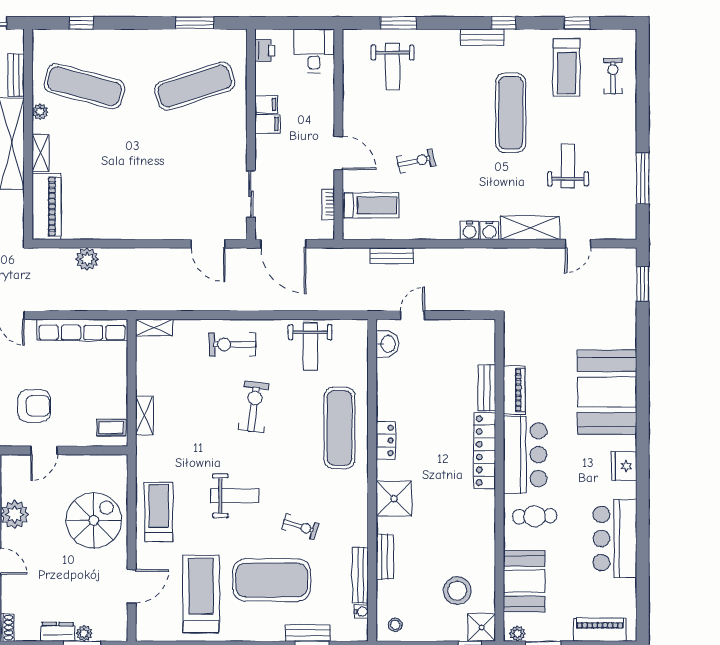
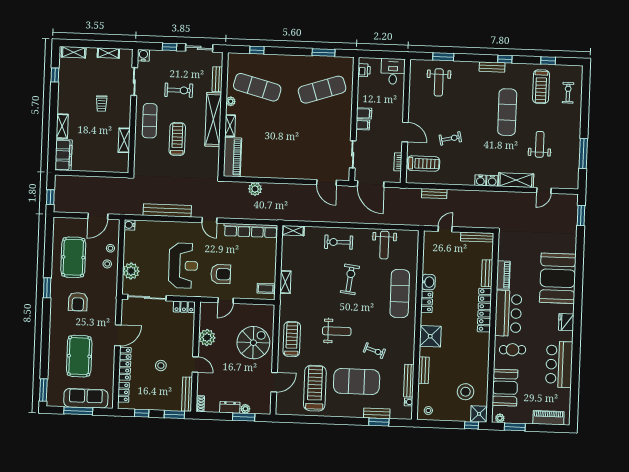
filing cabinet: (266, 104) -> (363, 125), moved
bench: (468, 327) -> (477, 237), added
washbasin: (387, 344) -> (428, 282), moved

